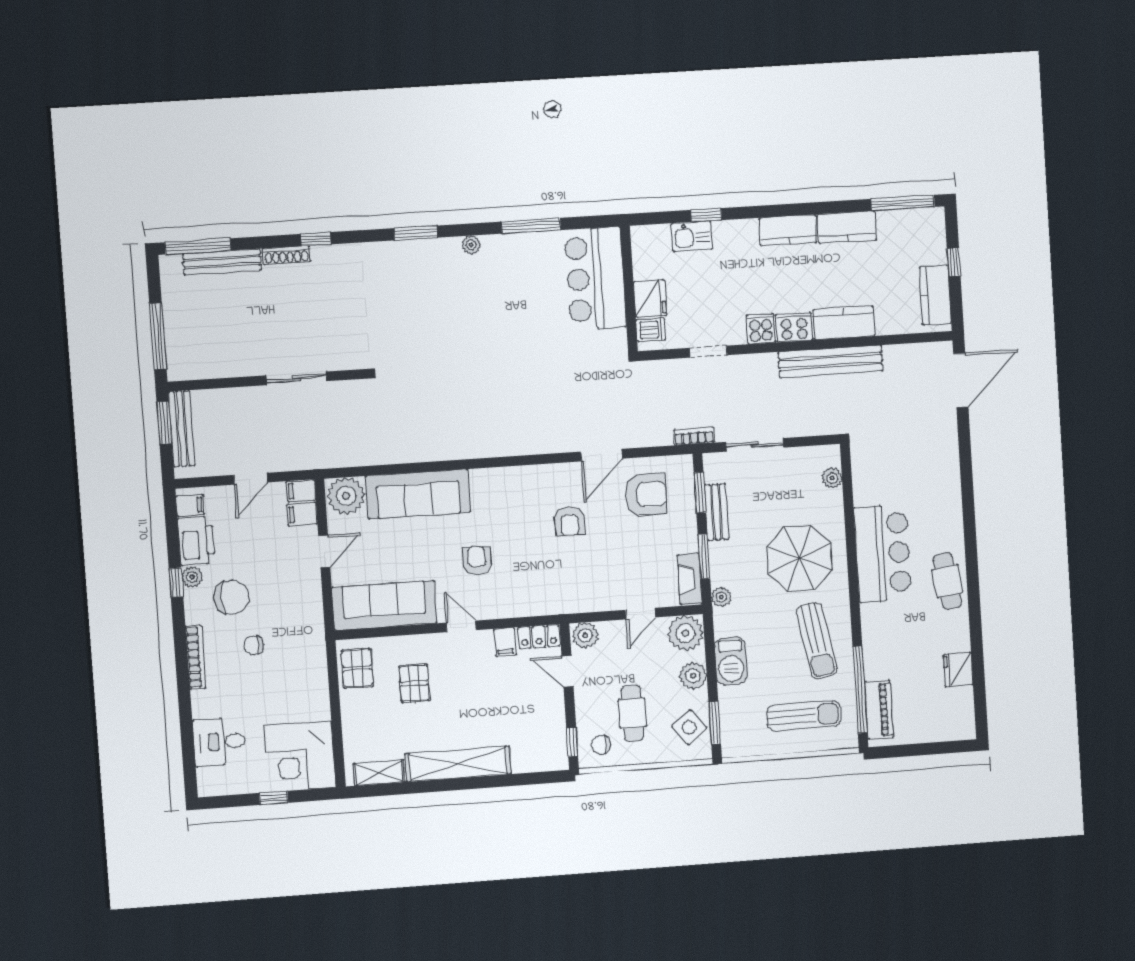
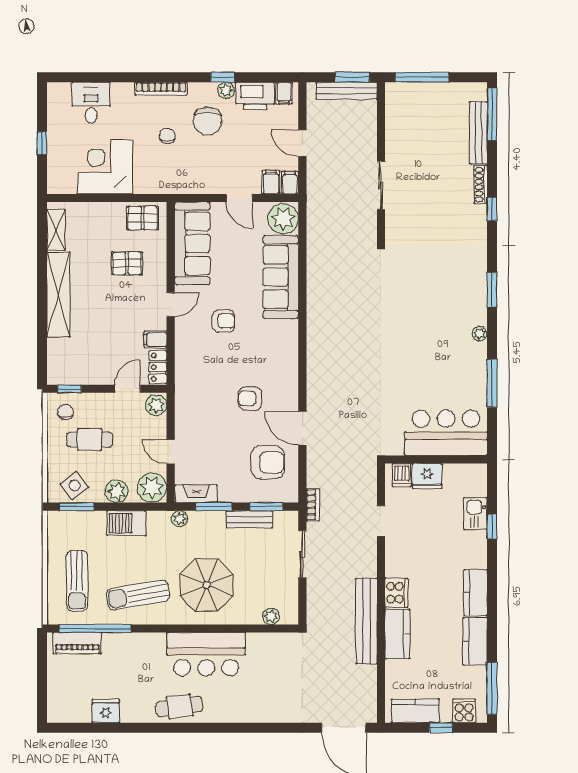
cooker: (761, 329) -> (464, 711), moved, turned -90
armchair: (646, 495) -> (268, 462), turned -90
corner desk: (300, 756) -> (105, 167), moved

